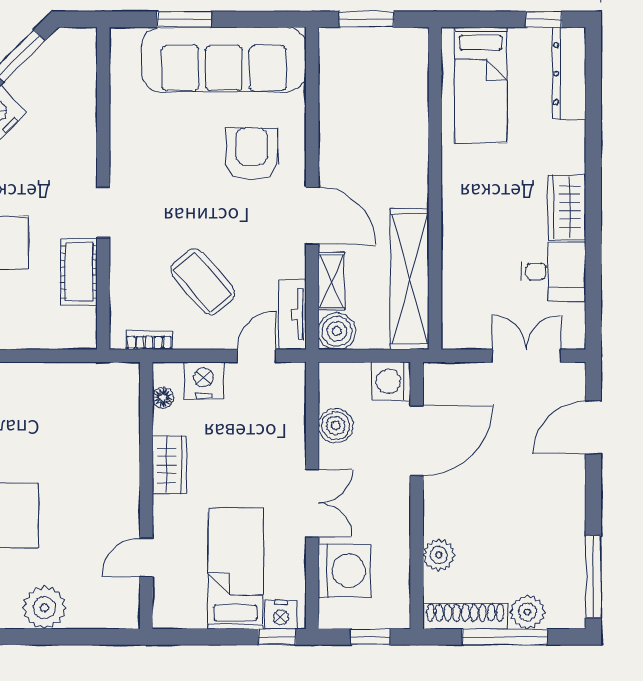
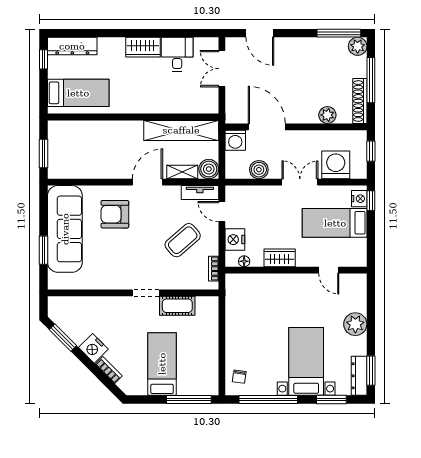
plant: (527, 612) -> (358, 46), moved

